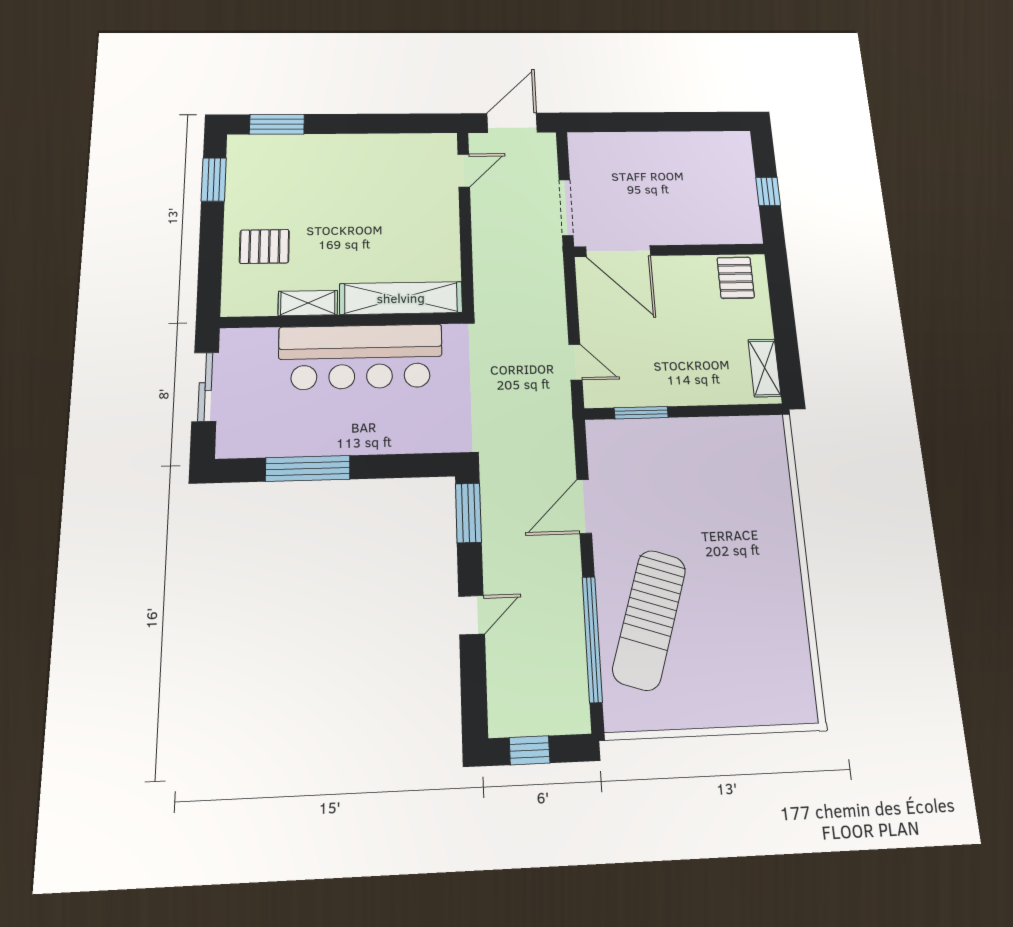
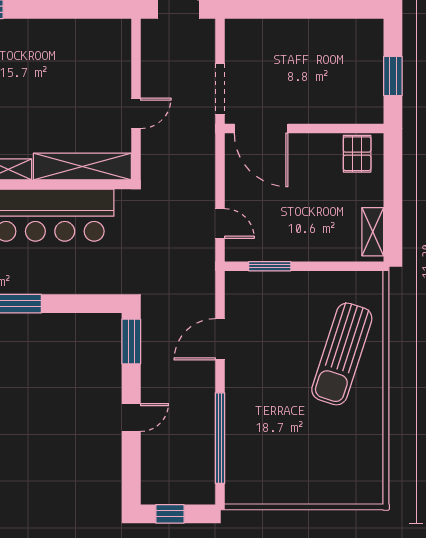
door: (464, 170) -> (136, 113), moved
window: (768, 191) -> (393, 76), width x1.50
sun lounger: (649, 620) -> (342, 354), moved

